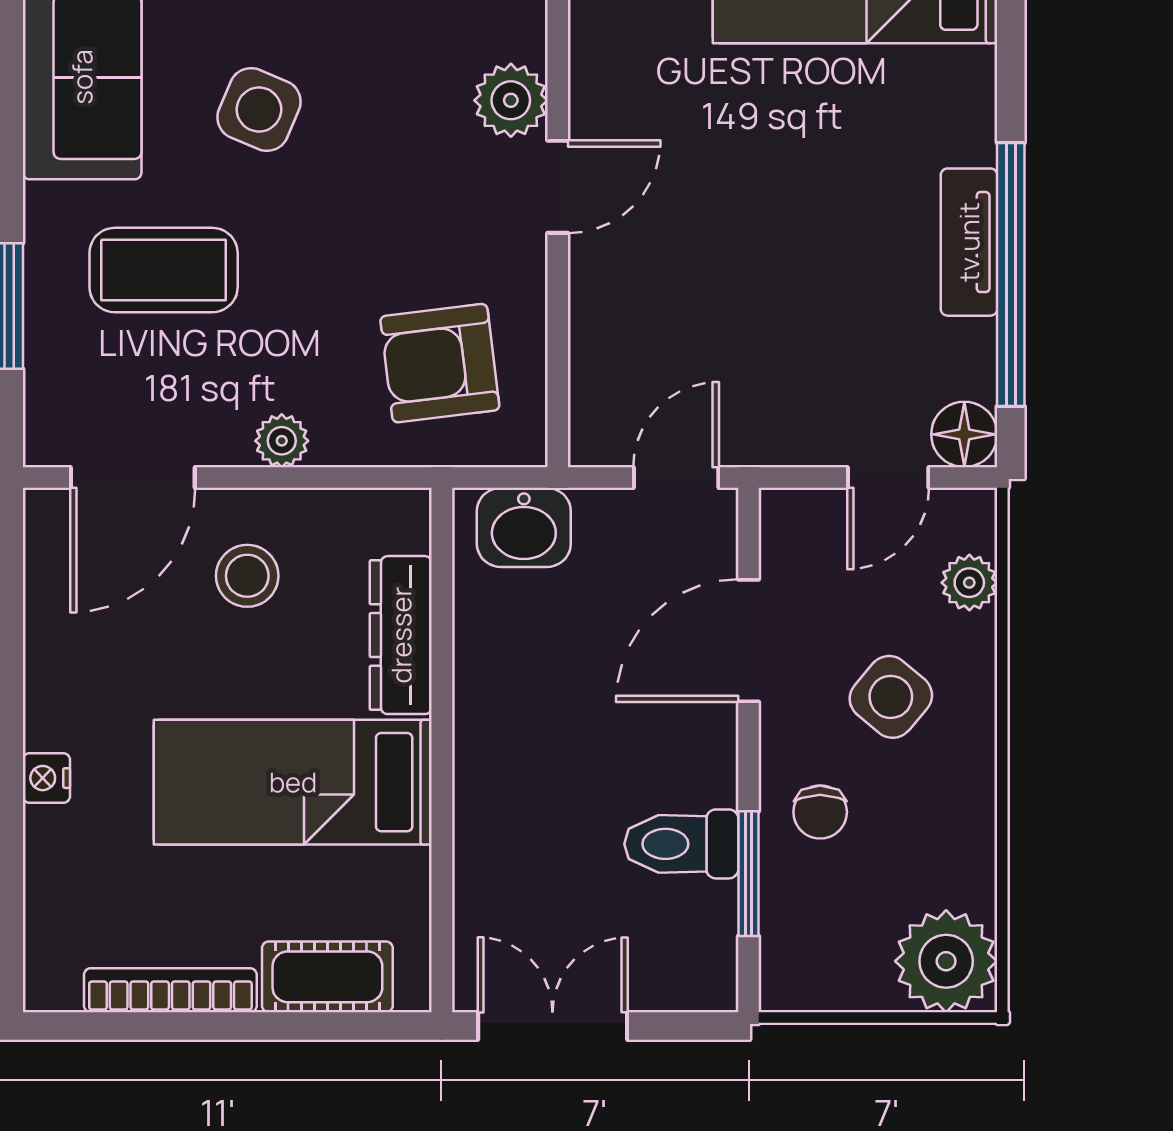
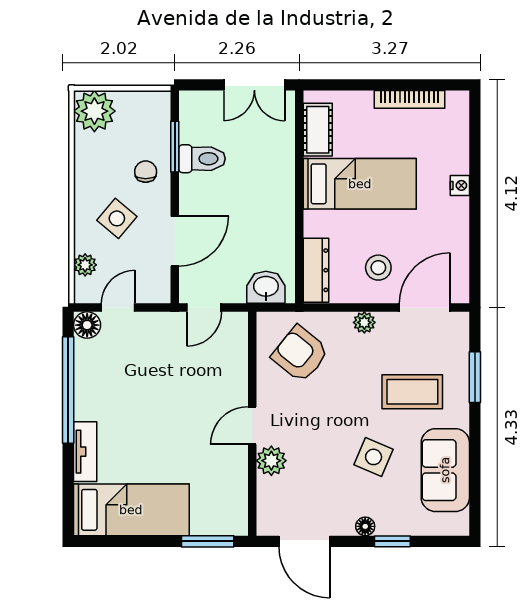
tv unit: (969, 242) -> (85, 452), moved
armchair: (440, 363) -> (300, 354), turned -134
dresser: (401, 635) -> (316, 270), moved
cot: (327, 977) -> (318, 130), moved, turned 90

